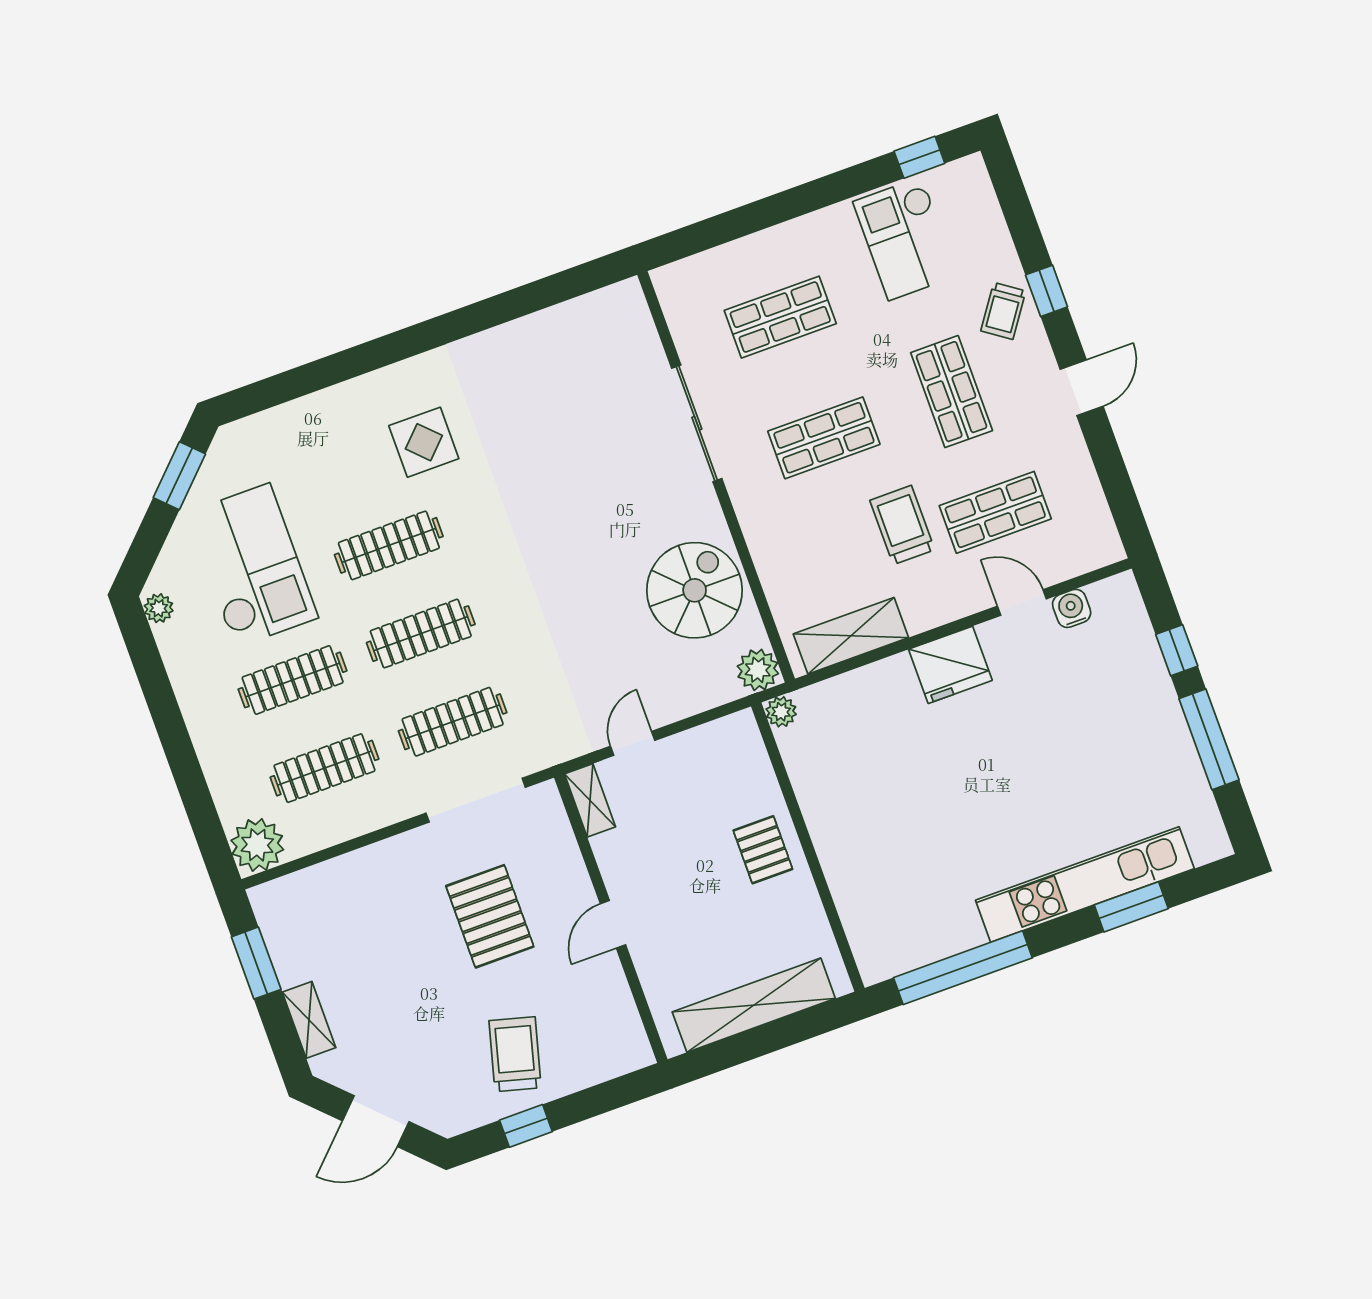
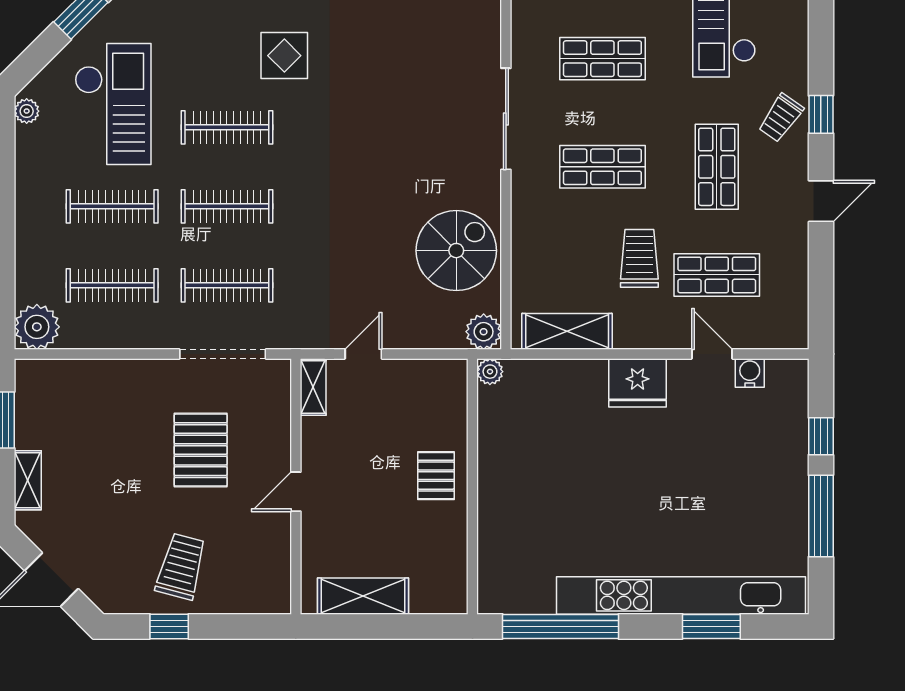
kitchen unit: (1085, 884) -> (681, 595), width x1.36
shelving: (754, 1005) -> (363, 596), width x0.68

